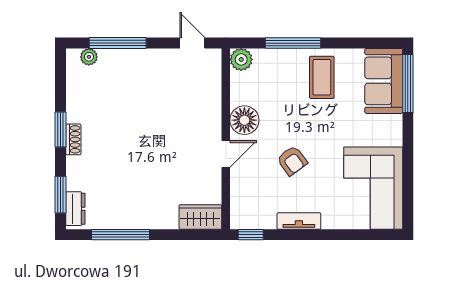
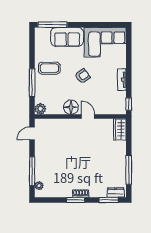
sofa: (384, 81) -> (67, 37), moved
armchair: (292, 161) -> (82, 76), moved

